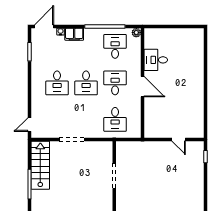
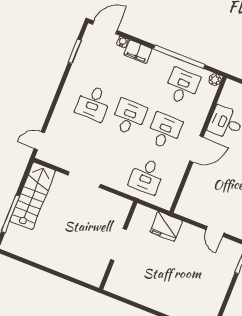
desk: (86, 83) -> (129, 117), turned 180
door: (143, 87) -> (196, 149), hinge flipped
fridge: (143, 150) -> (166, 226), added

